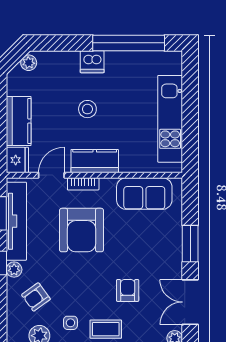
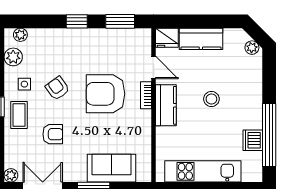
dishwasher: (92, 62) -> (253, 140), moved
sofa: (144, 194) -> (112, 168), moved, turned 90
tv unit: (16, 221) -> (113, 37), removed
plant: (14, 270) -> (20, 35), moved
armchair: (36, 297) -> (57, 88), moved

